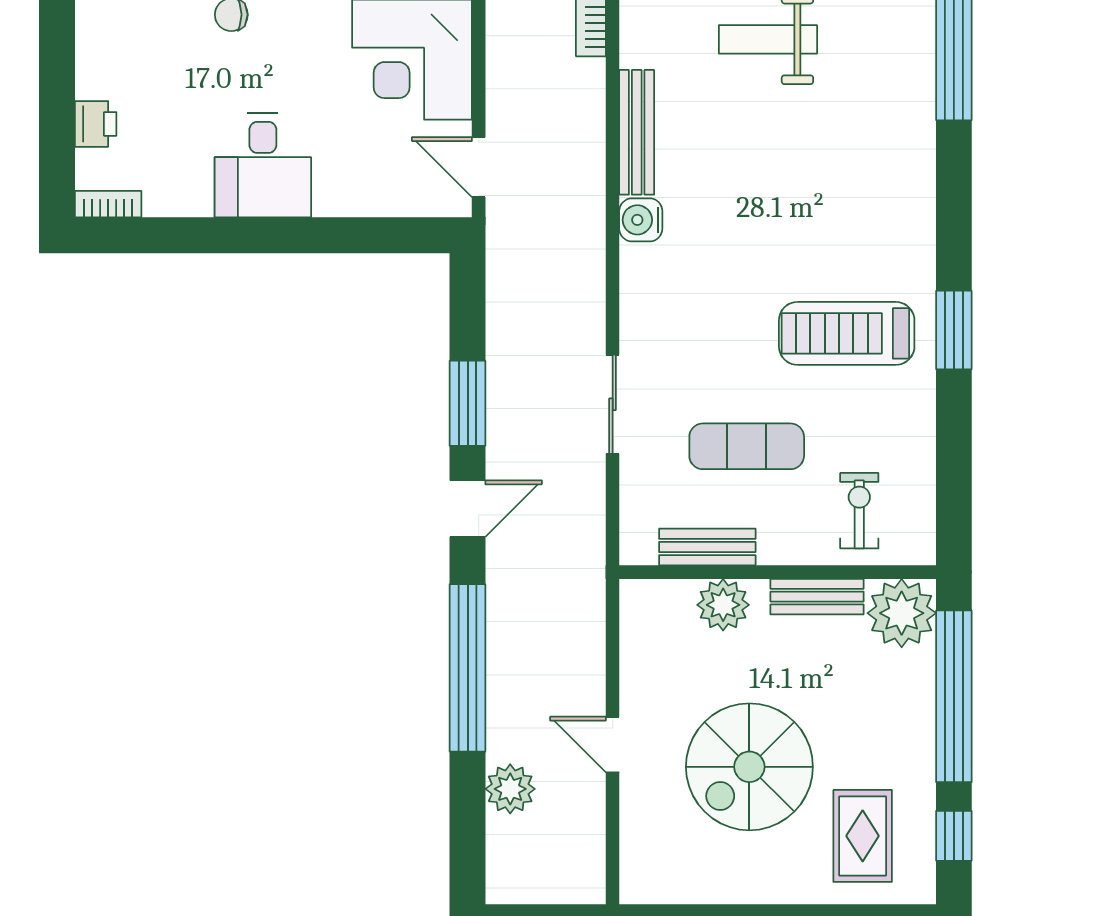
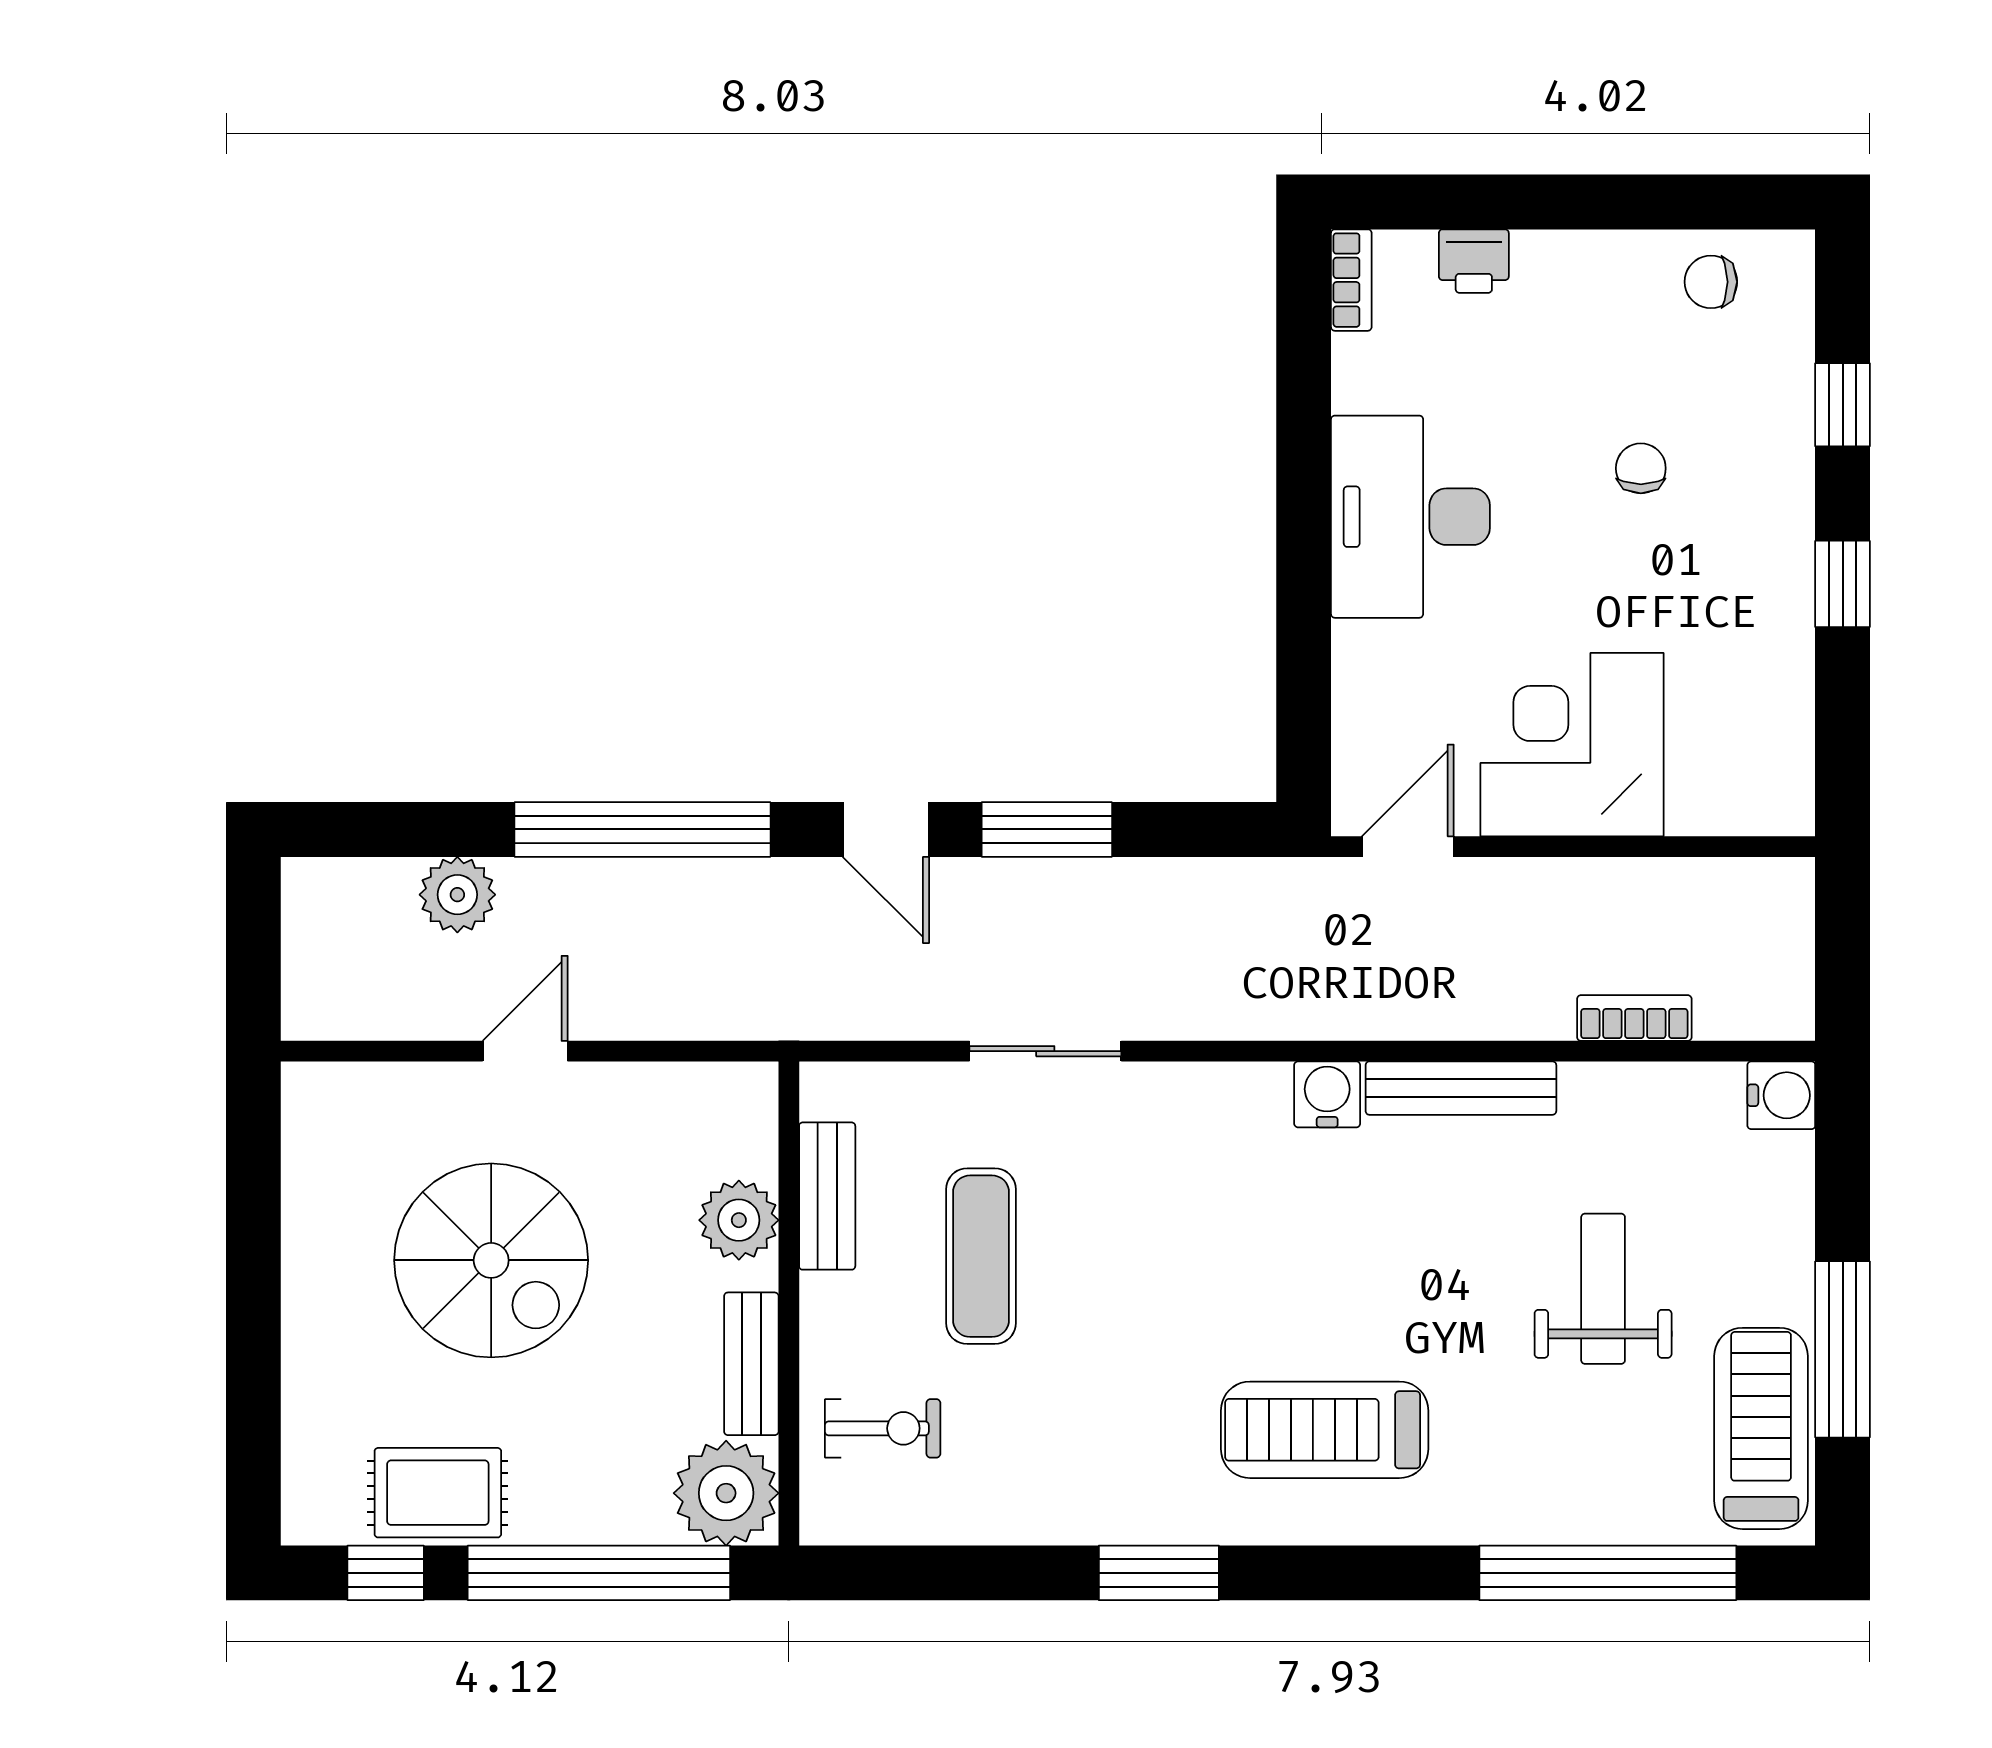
desk: (263, 165) -> (1410, 517), width x1.37
treadmill: (847, 333) -> (1325, 1430), moved, turned -90
spiral stairs: (749, 767) -> (491, 1260), turned 180
rug: (863, 836) -> (438, 1493), moved

